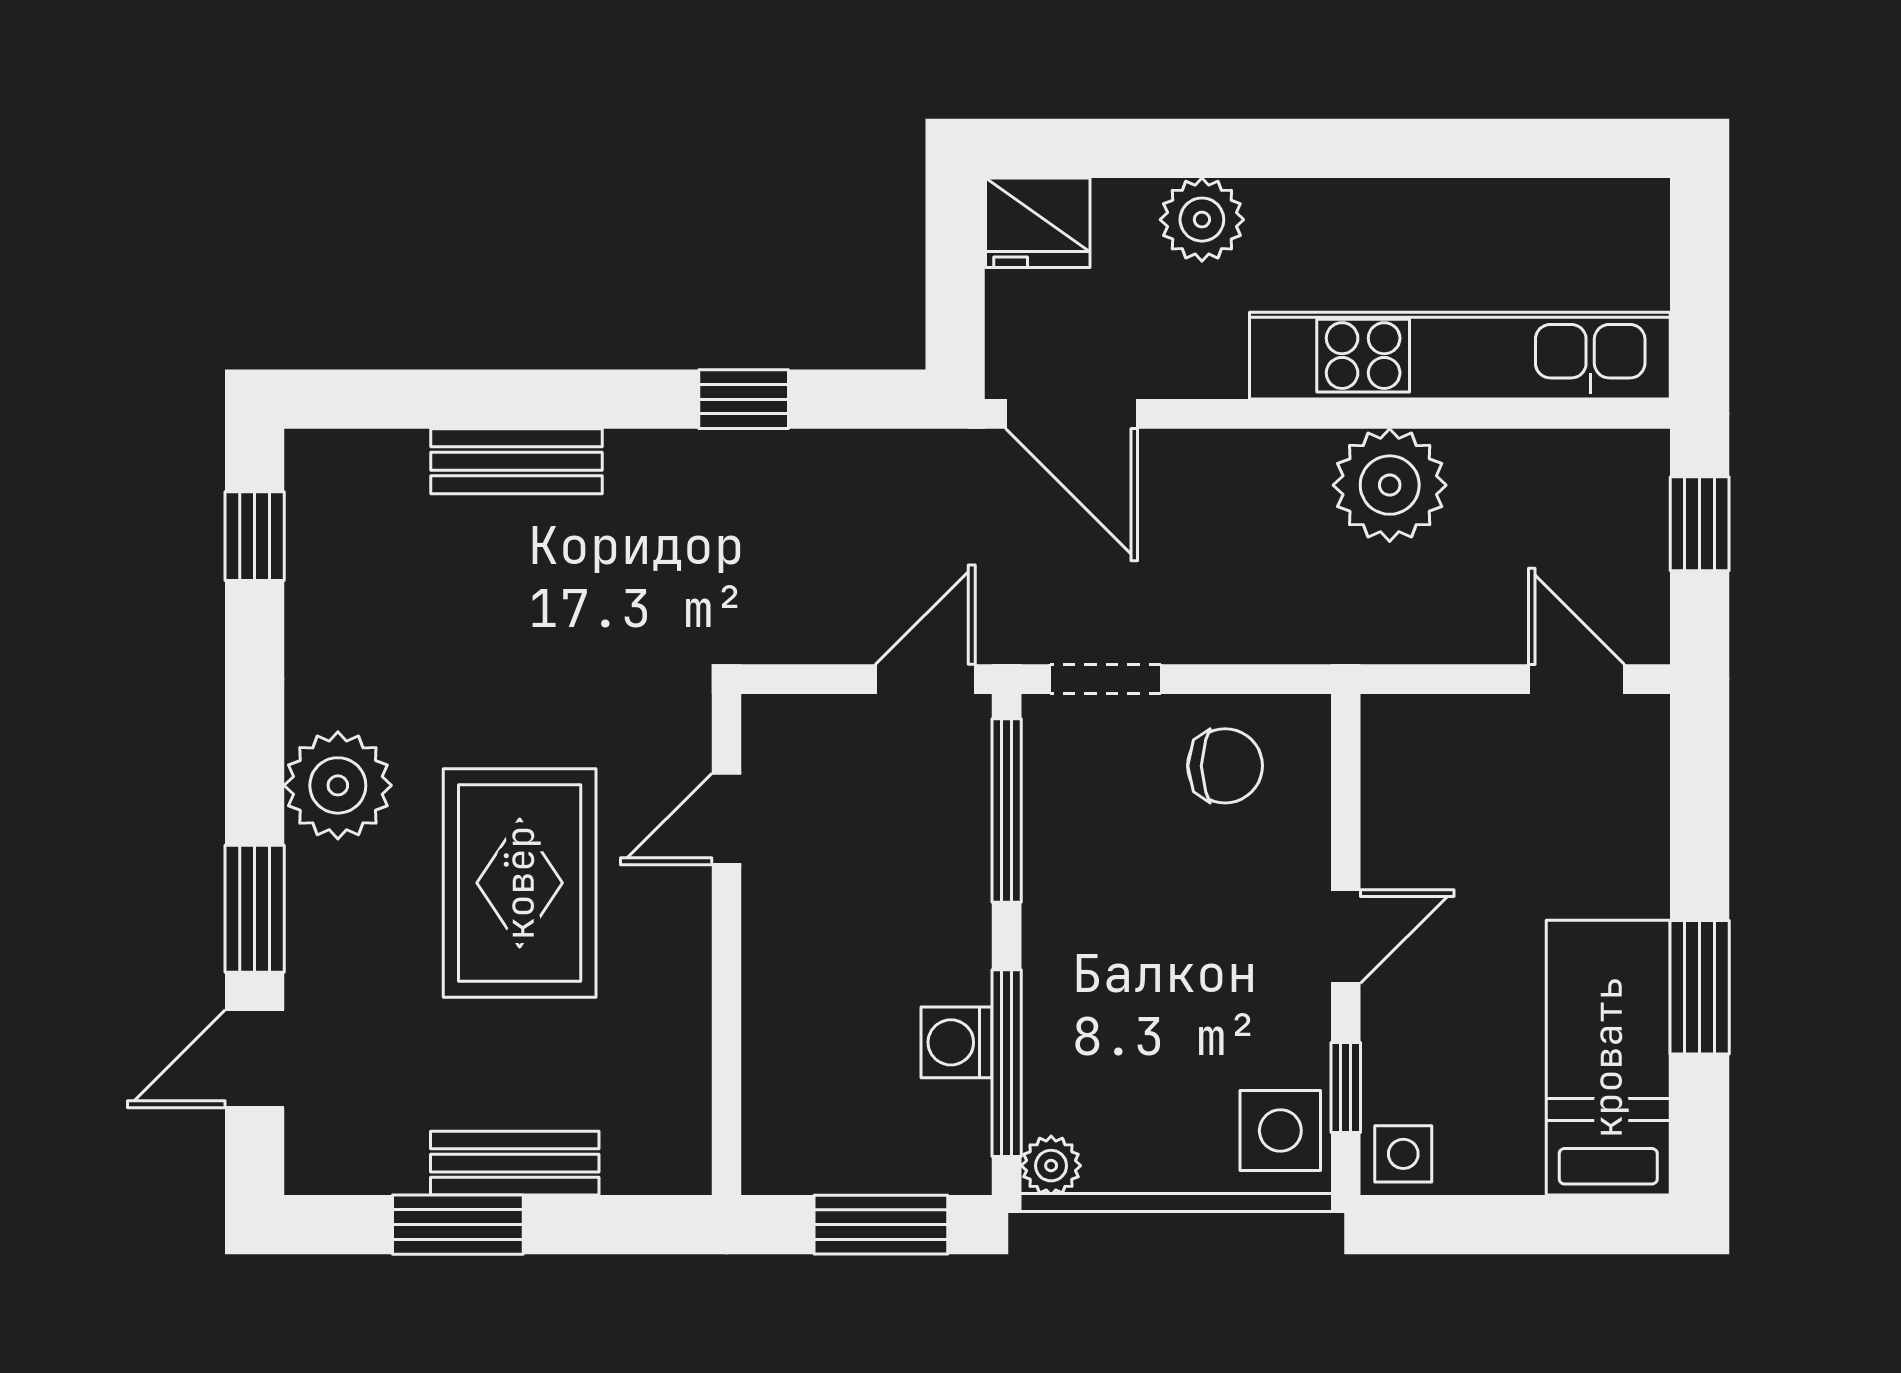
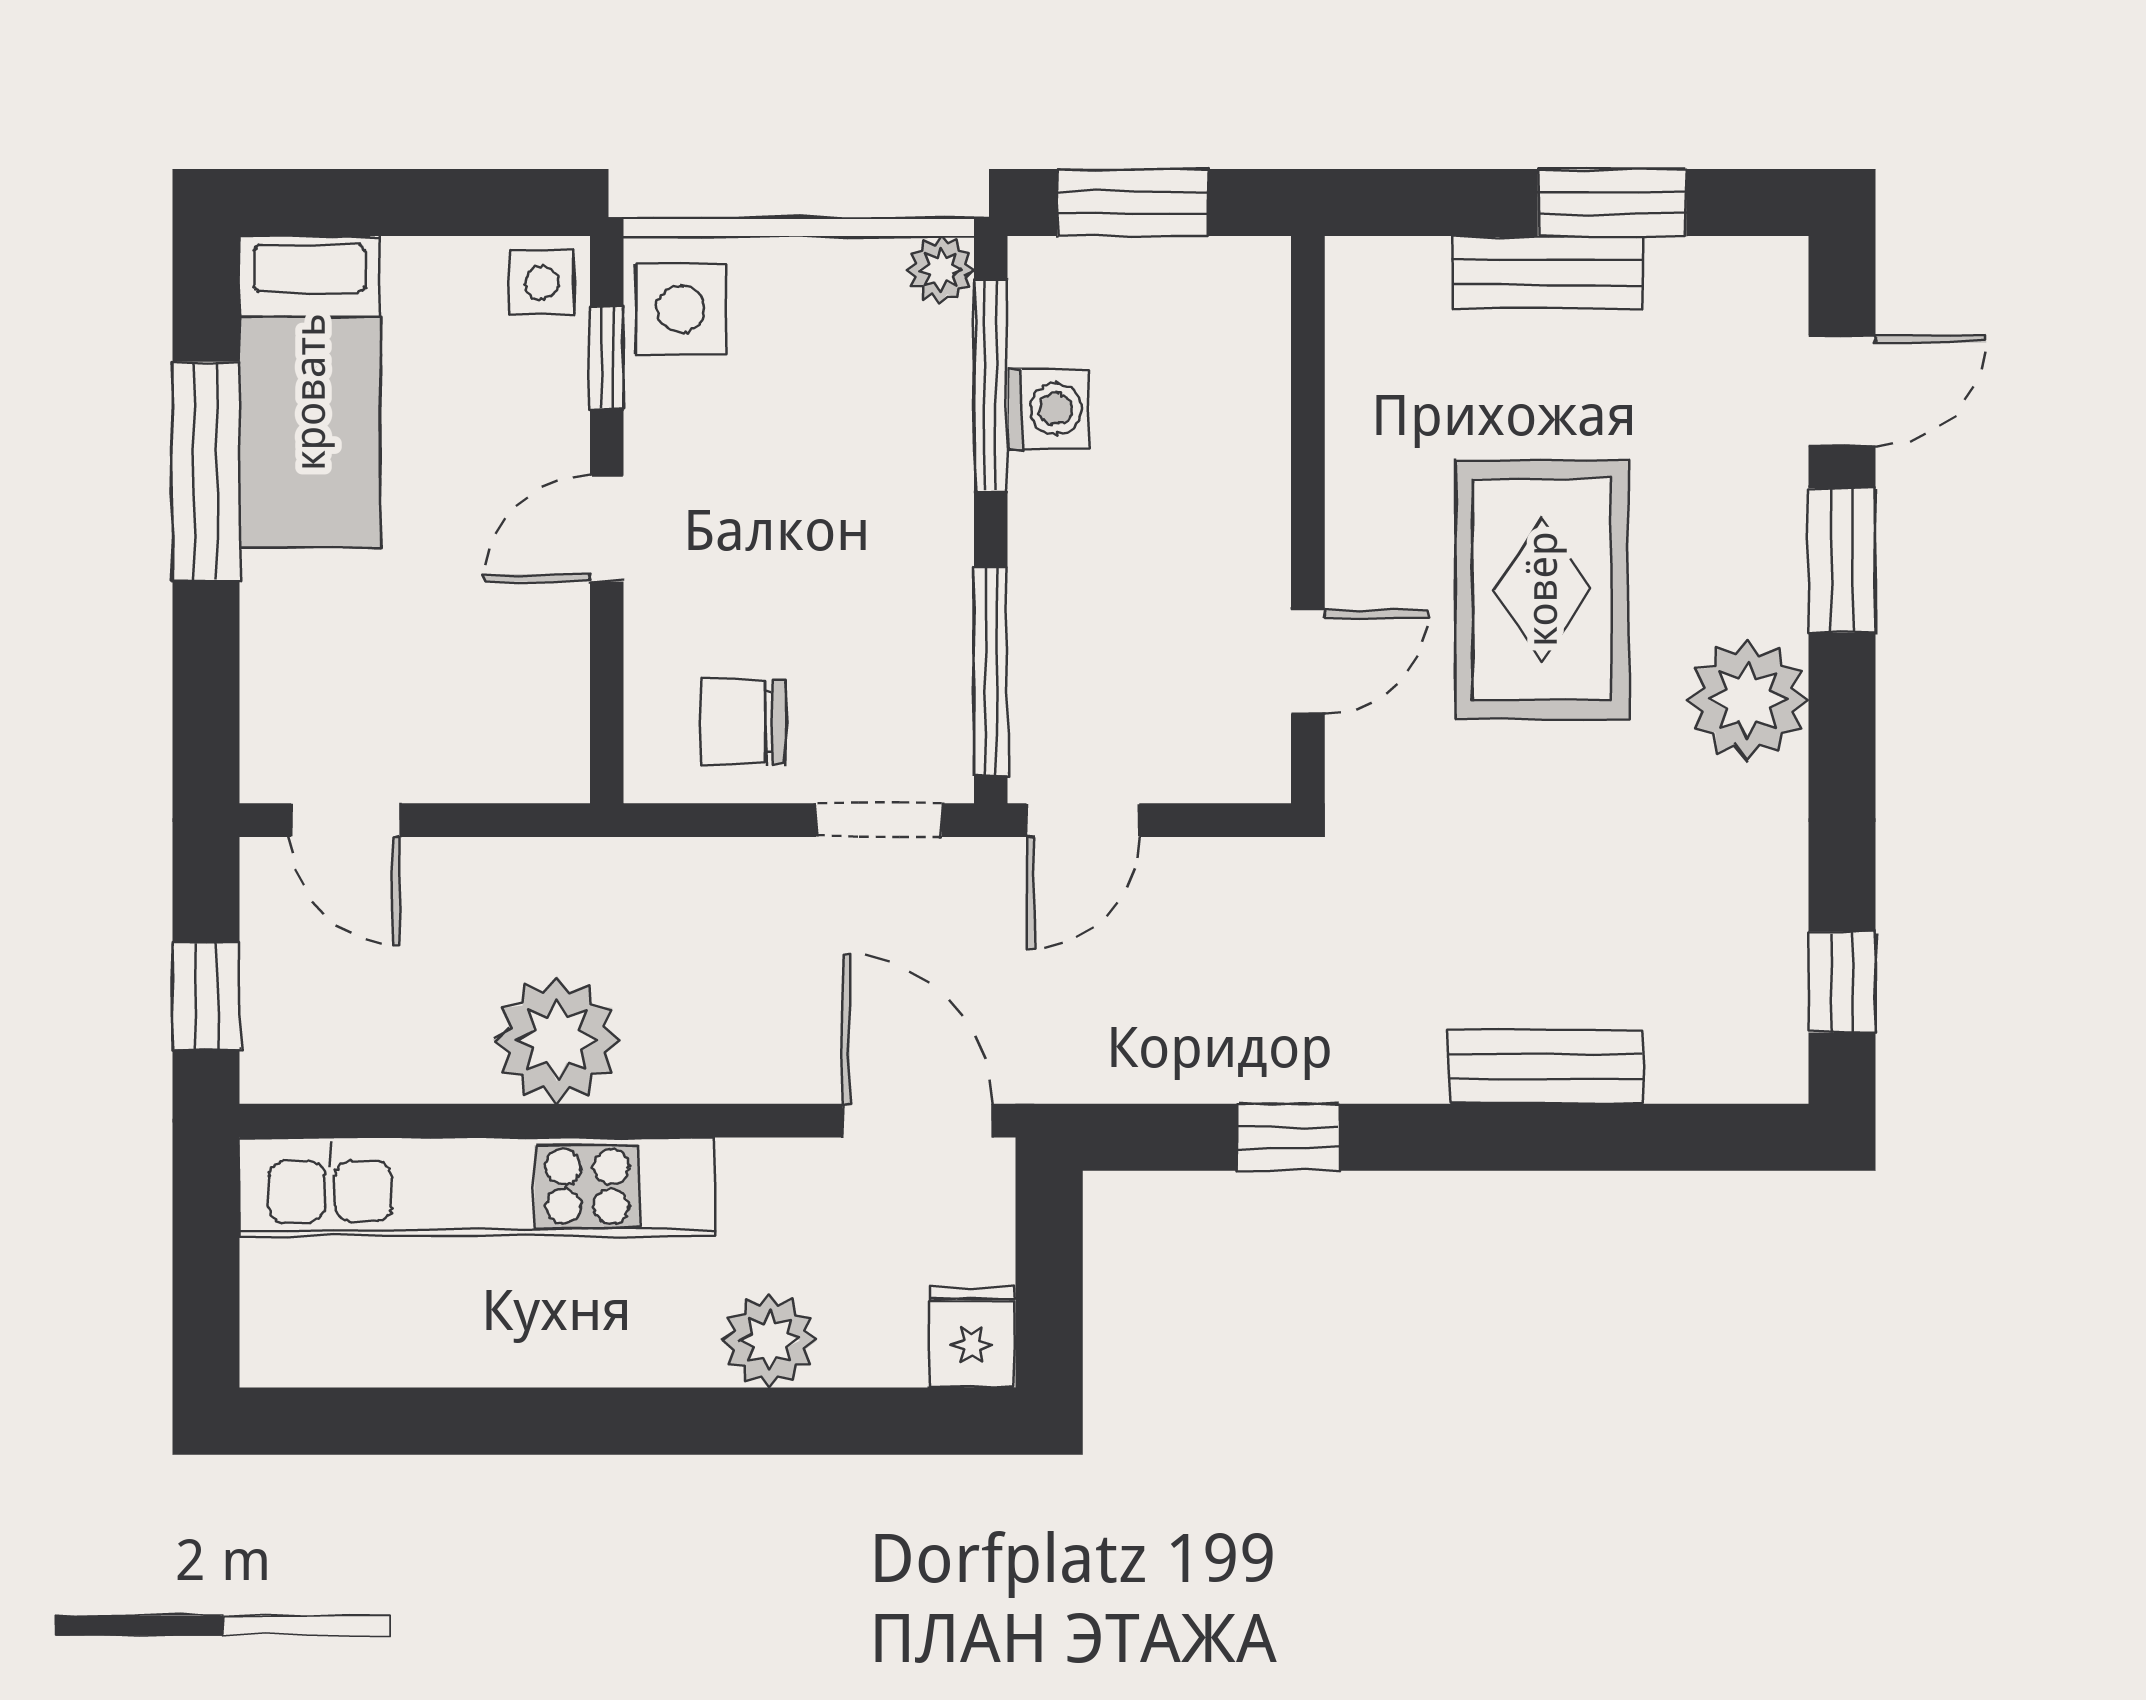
fridge: (1038, 223) -> (972, 1337), width x0.72
window: (1700, 987) -> (206, 471), width x1.44

